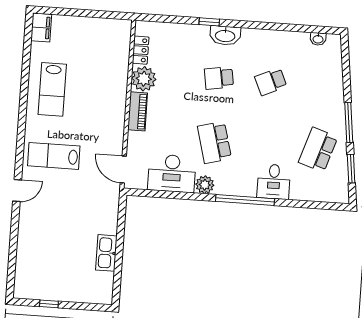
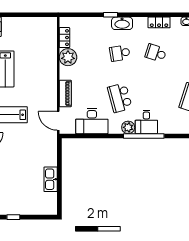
locker: (279, 38) -> (159, 22), added
school desk: (271, 82) -> (156, 53), turned 42
piano: (138, 111) -> (65, 93), moved
desk: (274, 182) -> (146, 122), moved
plant: (205, 185) -> (128, 127), moved

